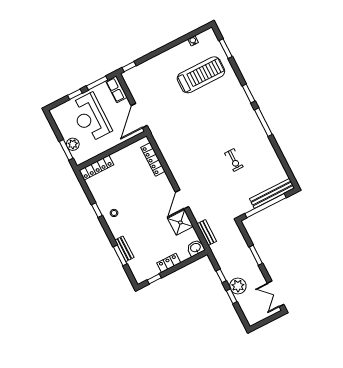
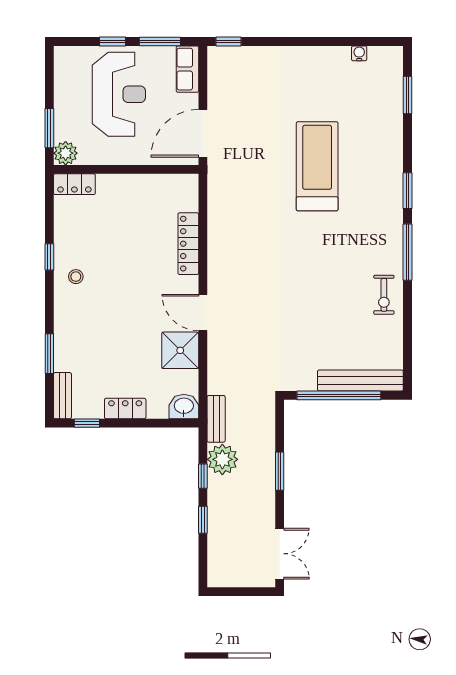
treadmill: (201, 75) -> (317, 166), moved, turned -90
reception desk: (90, 117) -> (119, 94), turned 180
plant: (73, 144) -> (66, 153), moved
locker: (153, 159) -> (188, 244), moved
exercise bike: (234, 160) -> (384, 295), moved
locker: (96, 168) -> (74, 184), width x0.66
door: (182, 199) -> (203, 313), hinge flipped
bench: (207, 233) -> (216, 419), moved
bench: (124, 249) -> (62, 396), moved
plant: (238, 286) -> (222, 459), moved
double door: (276, 294) -> (280, 554), swing flipped

